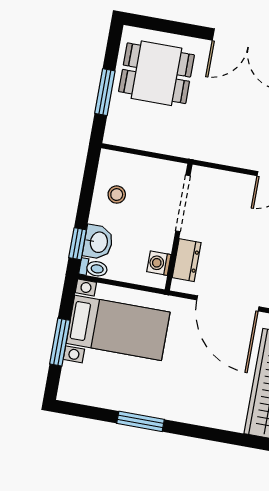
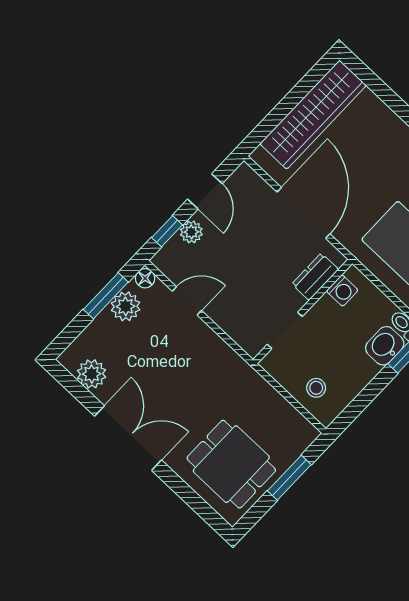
stool: (117, 195) -> (316, 388), moved
doorway: (183, 203) -> (285, 330), width x0.73

